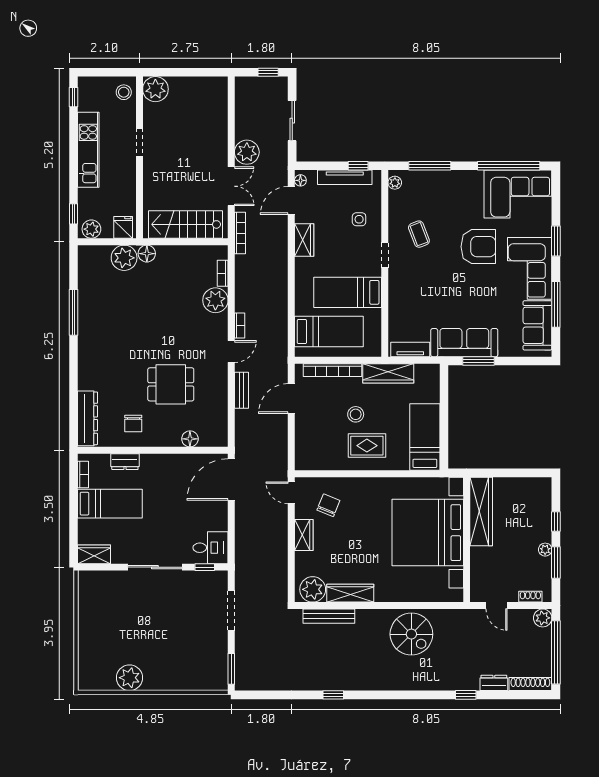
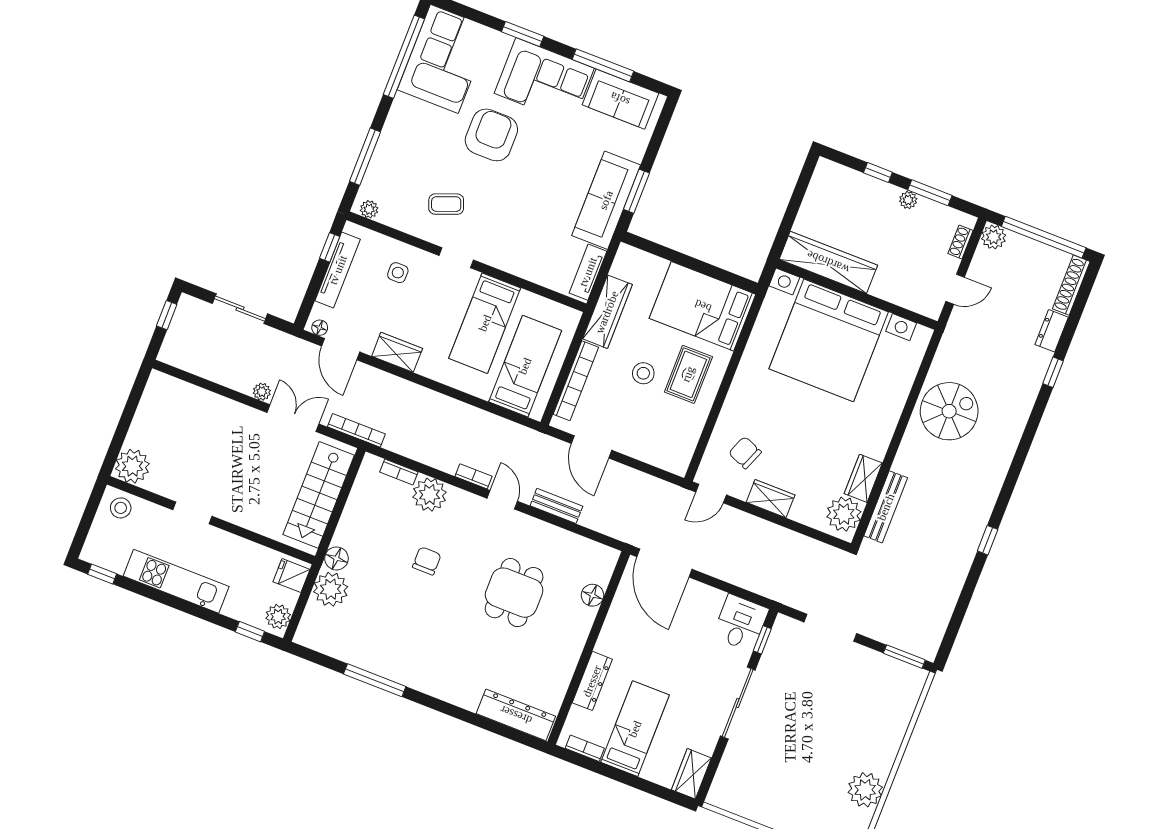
plant: (247, 152) -> (262, 392), width x0.53, depth x0.53
chair: (133, 424) -> (427, 561), moved, turned -90
bed: (425, 437) -> (703, 306), width x1.50
dresser: (125, 462) -> (592, 681), width x1.44
wardrobe: (350, 593) -> (863, 478), width x0.67

